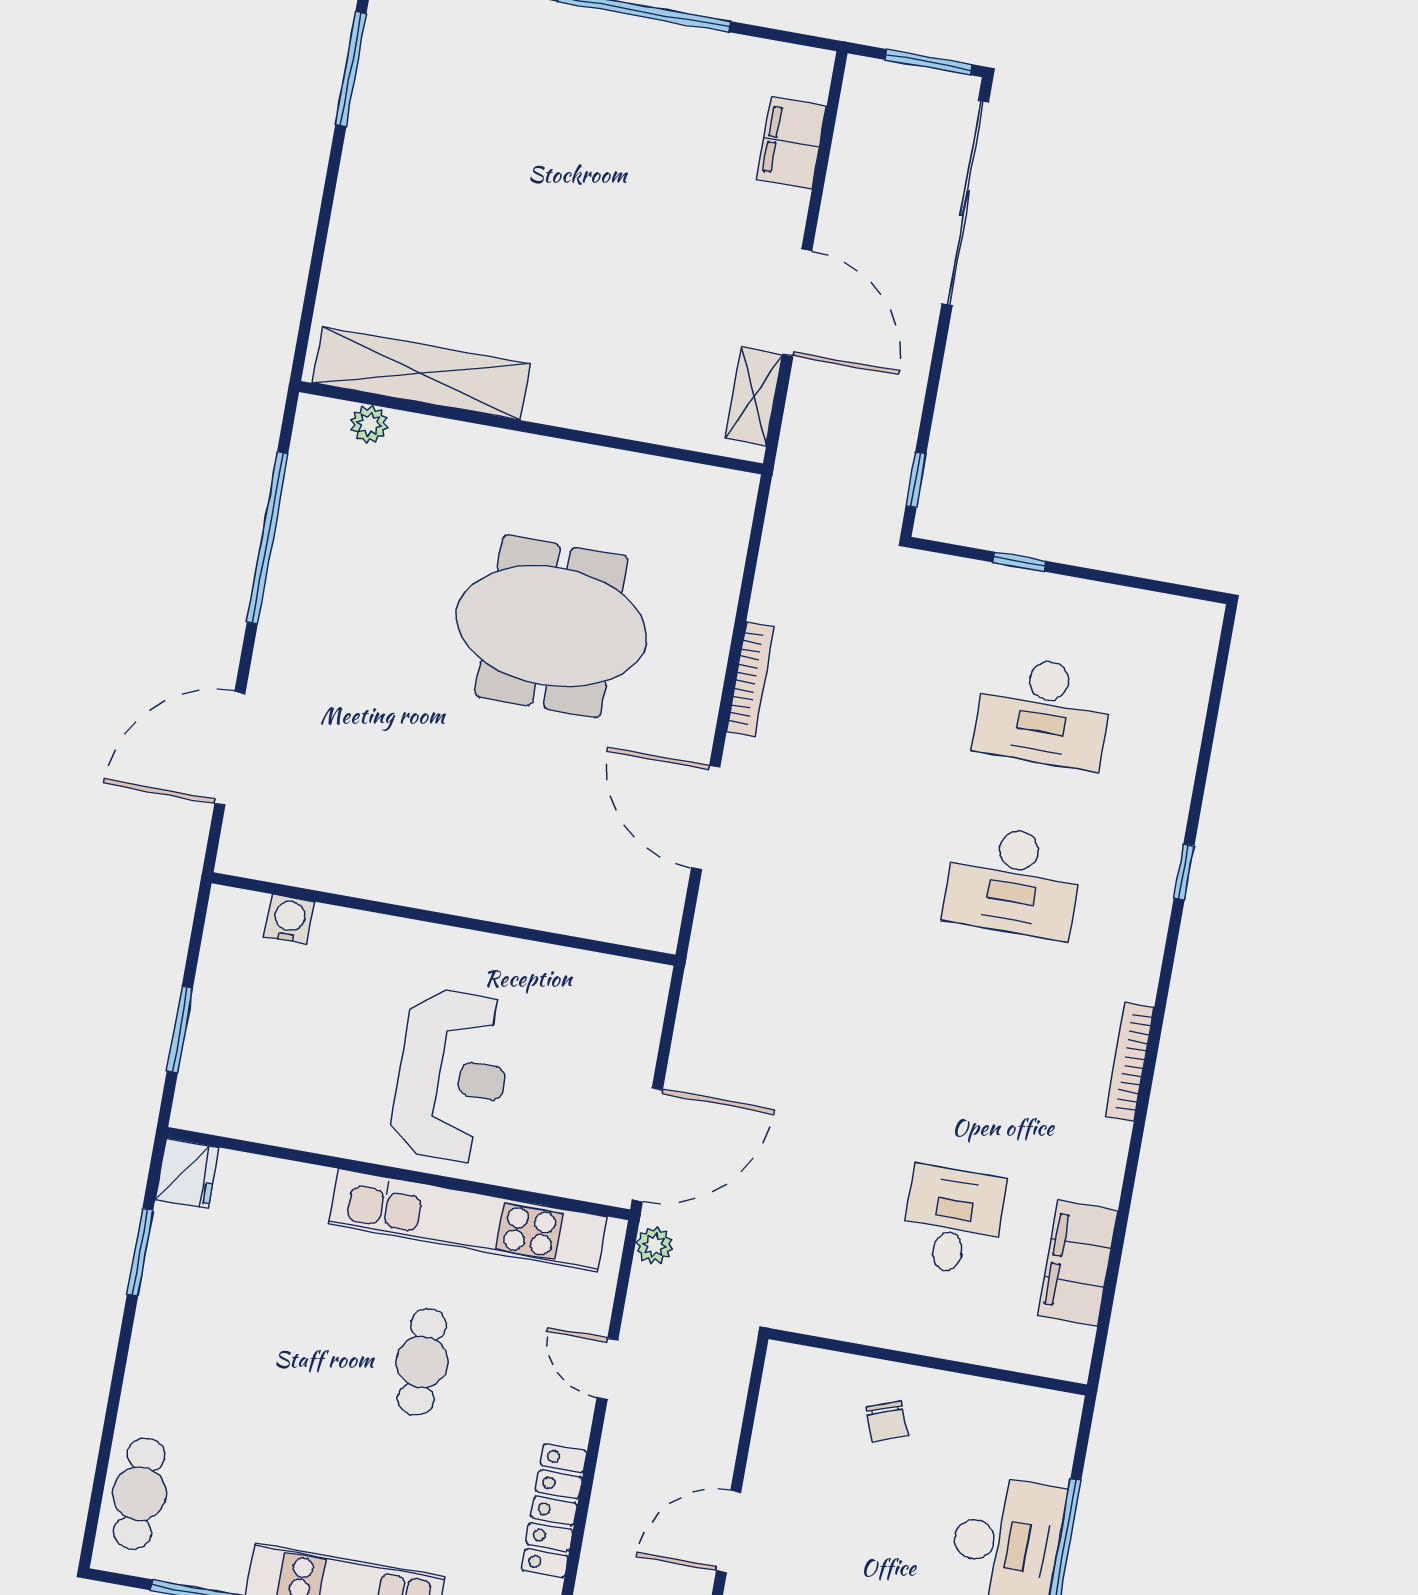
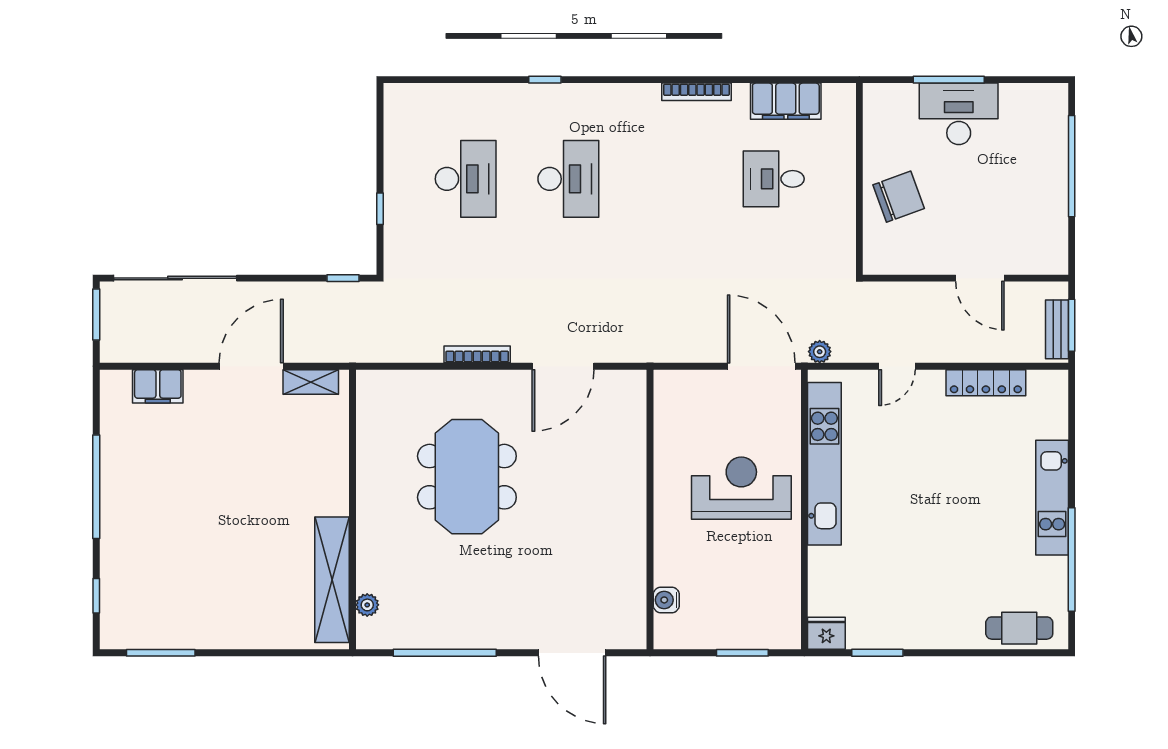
bookcase: (1129, 1062) -> (696, 92), moved
cafe table: (422, 1362) -> (912, 476), removed
chair: (887, 1421) -> (899, 197), width x1.87, depth x1.87

